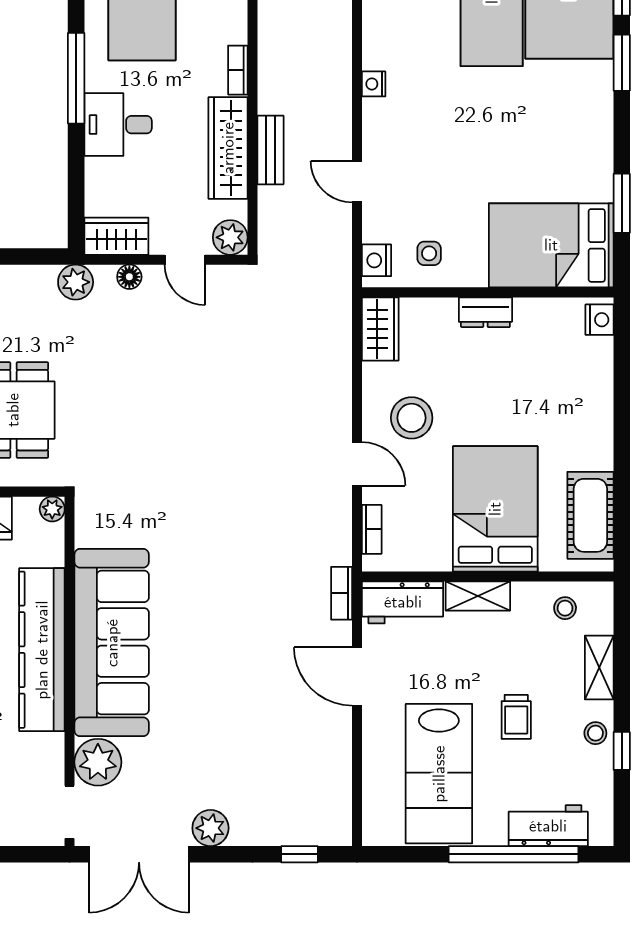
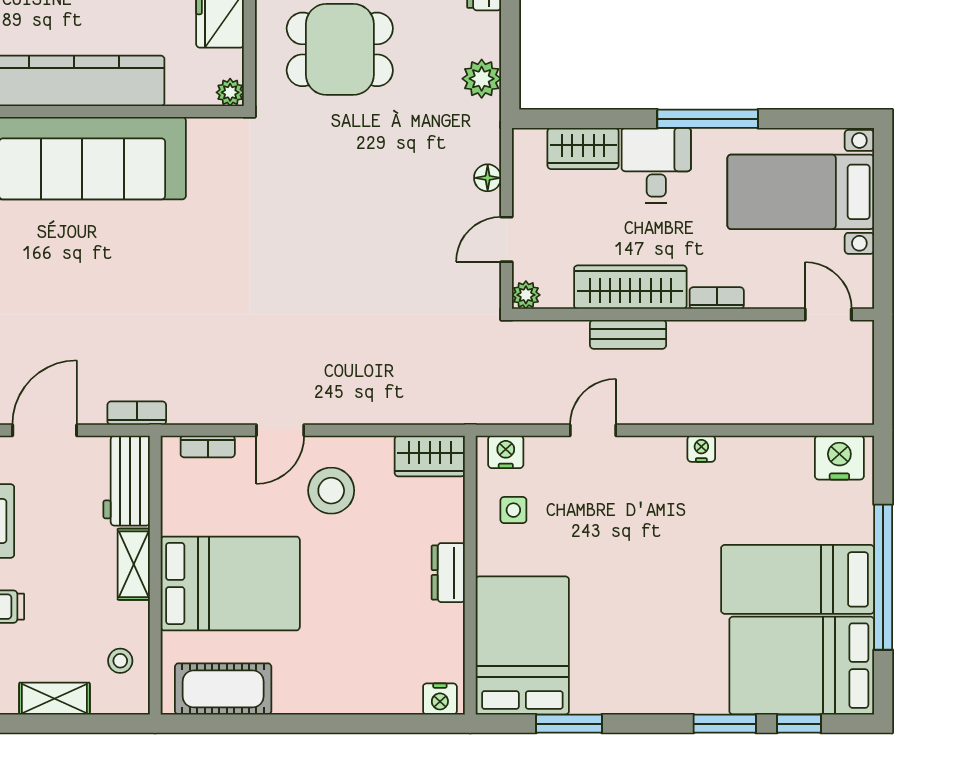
wardrobe: (116, 236) -> (583, 148), moved, turned 90
plant: (230, 237) -> (526, 295), width x0.73, depth x0.73
plant: (76, 282) -> (482, 79), moved

